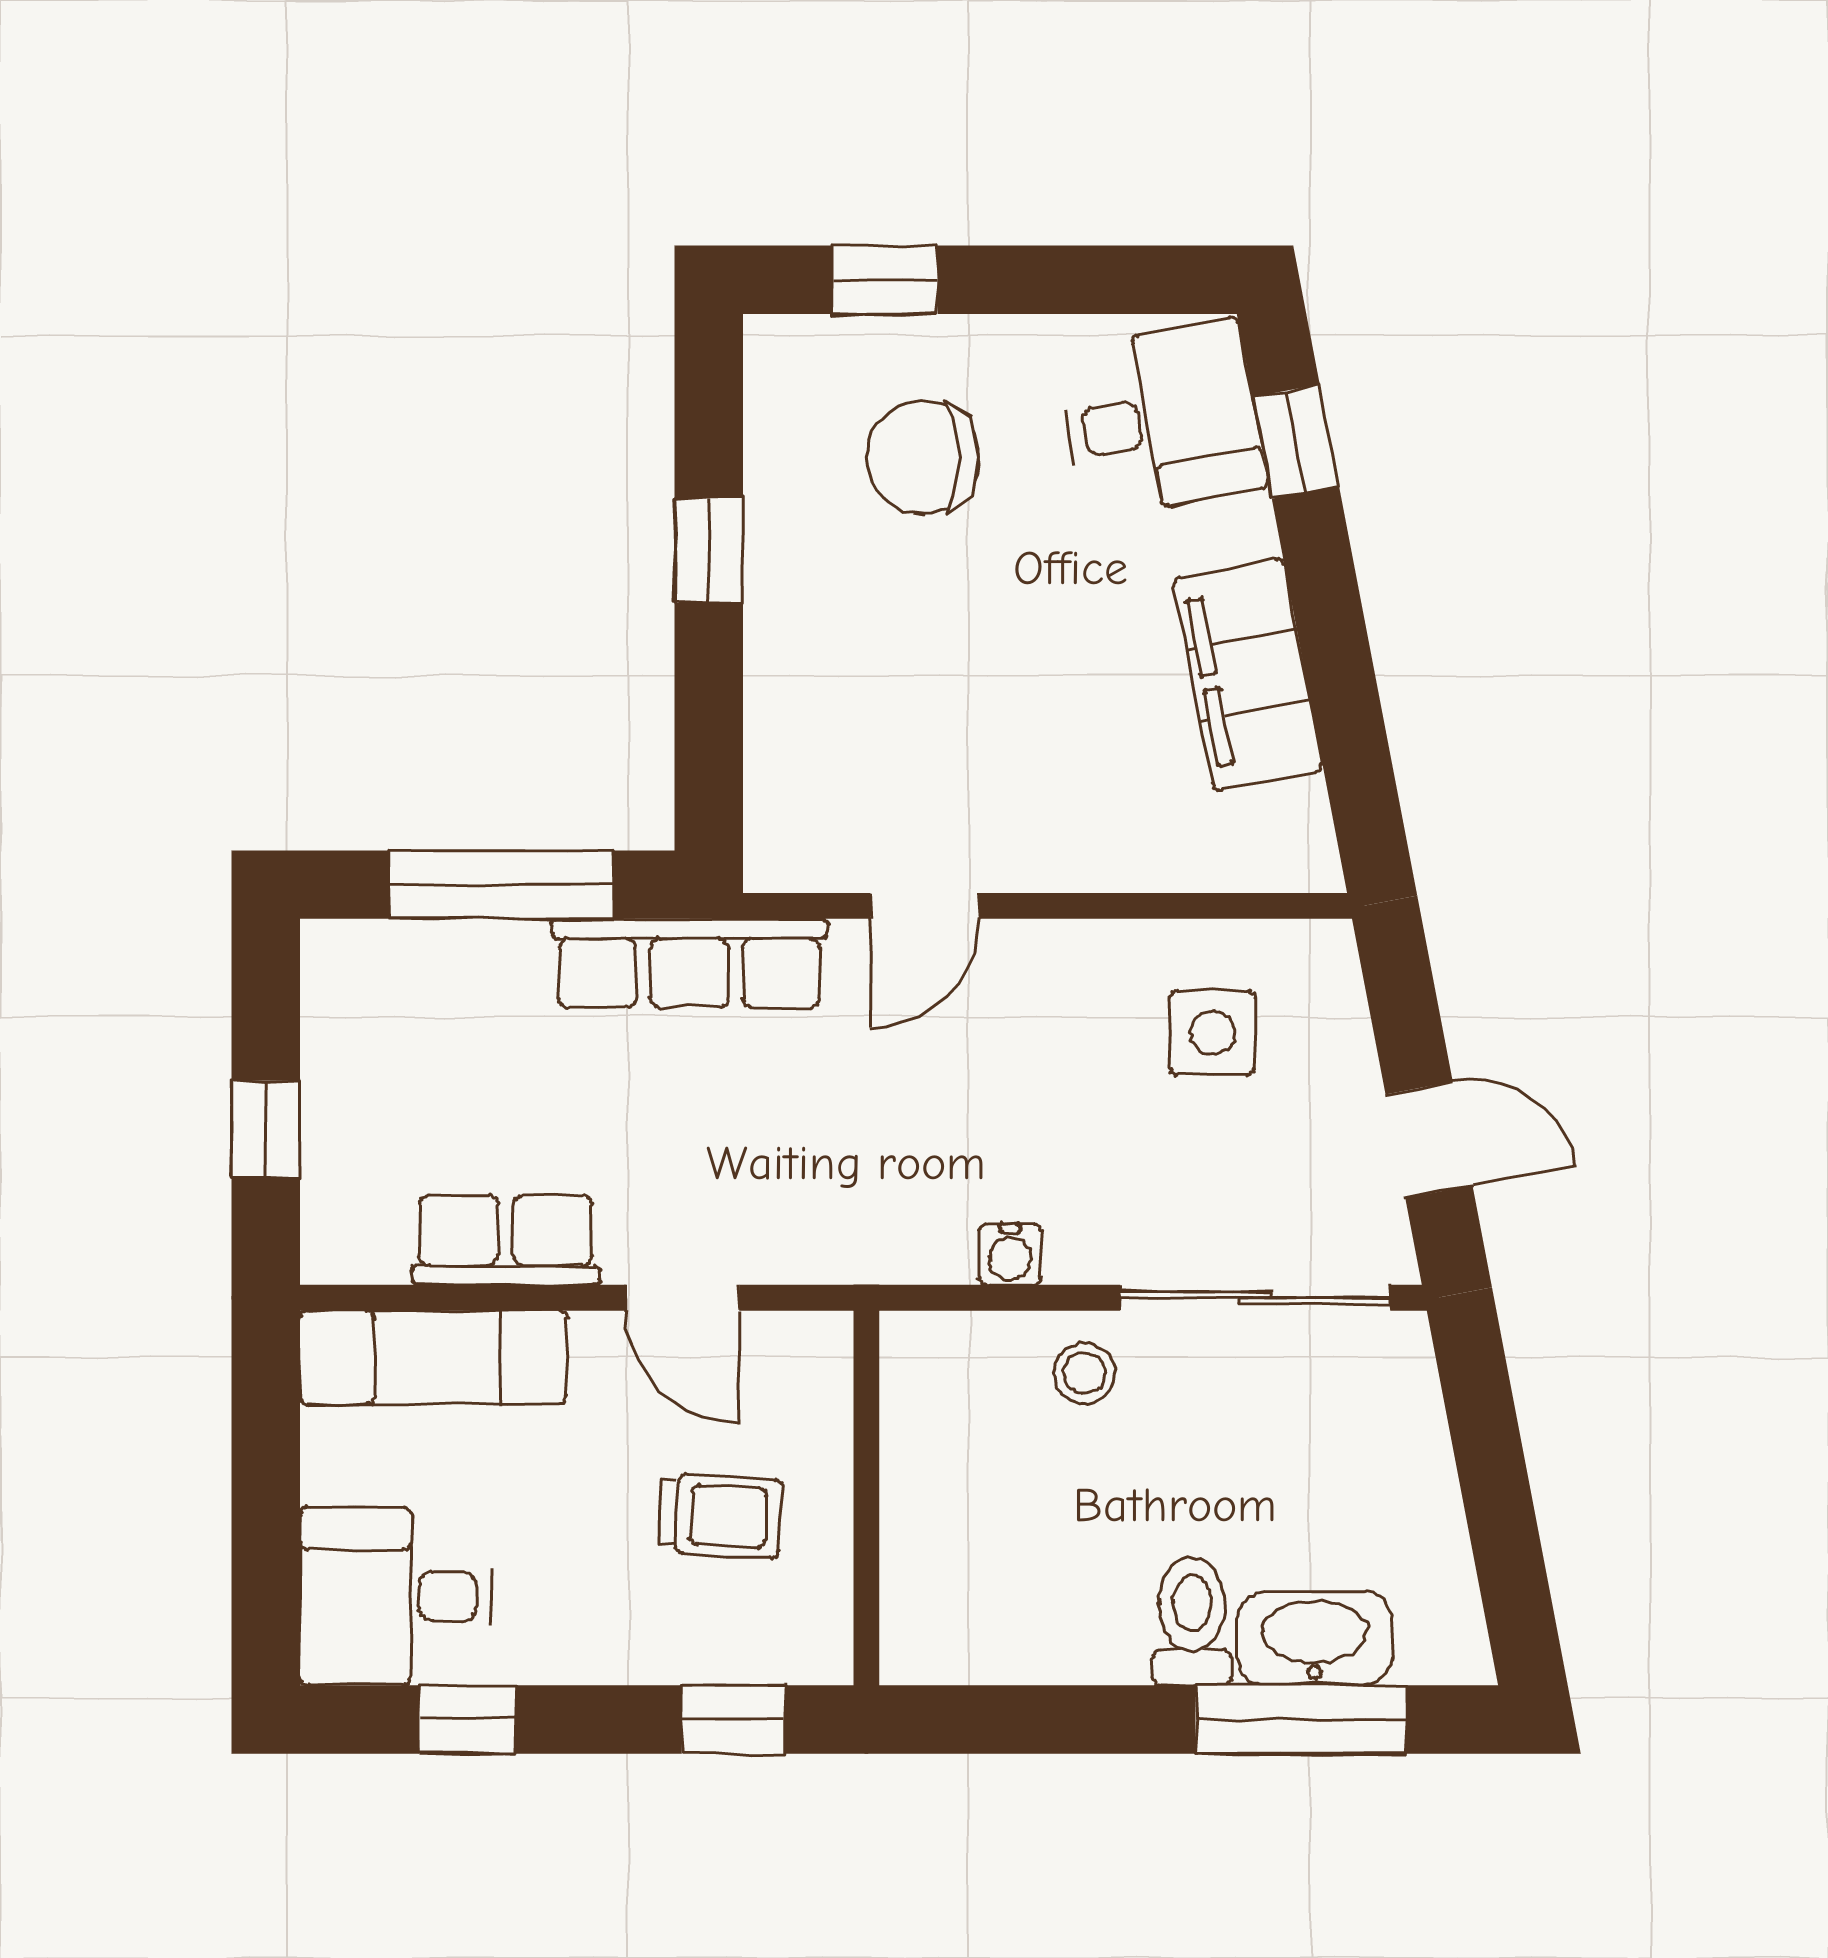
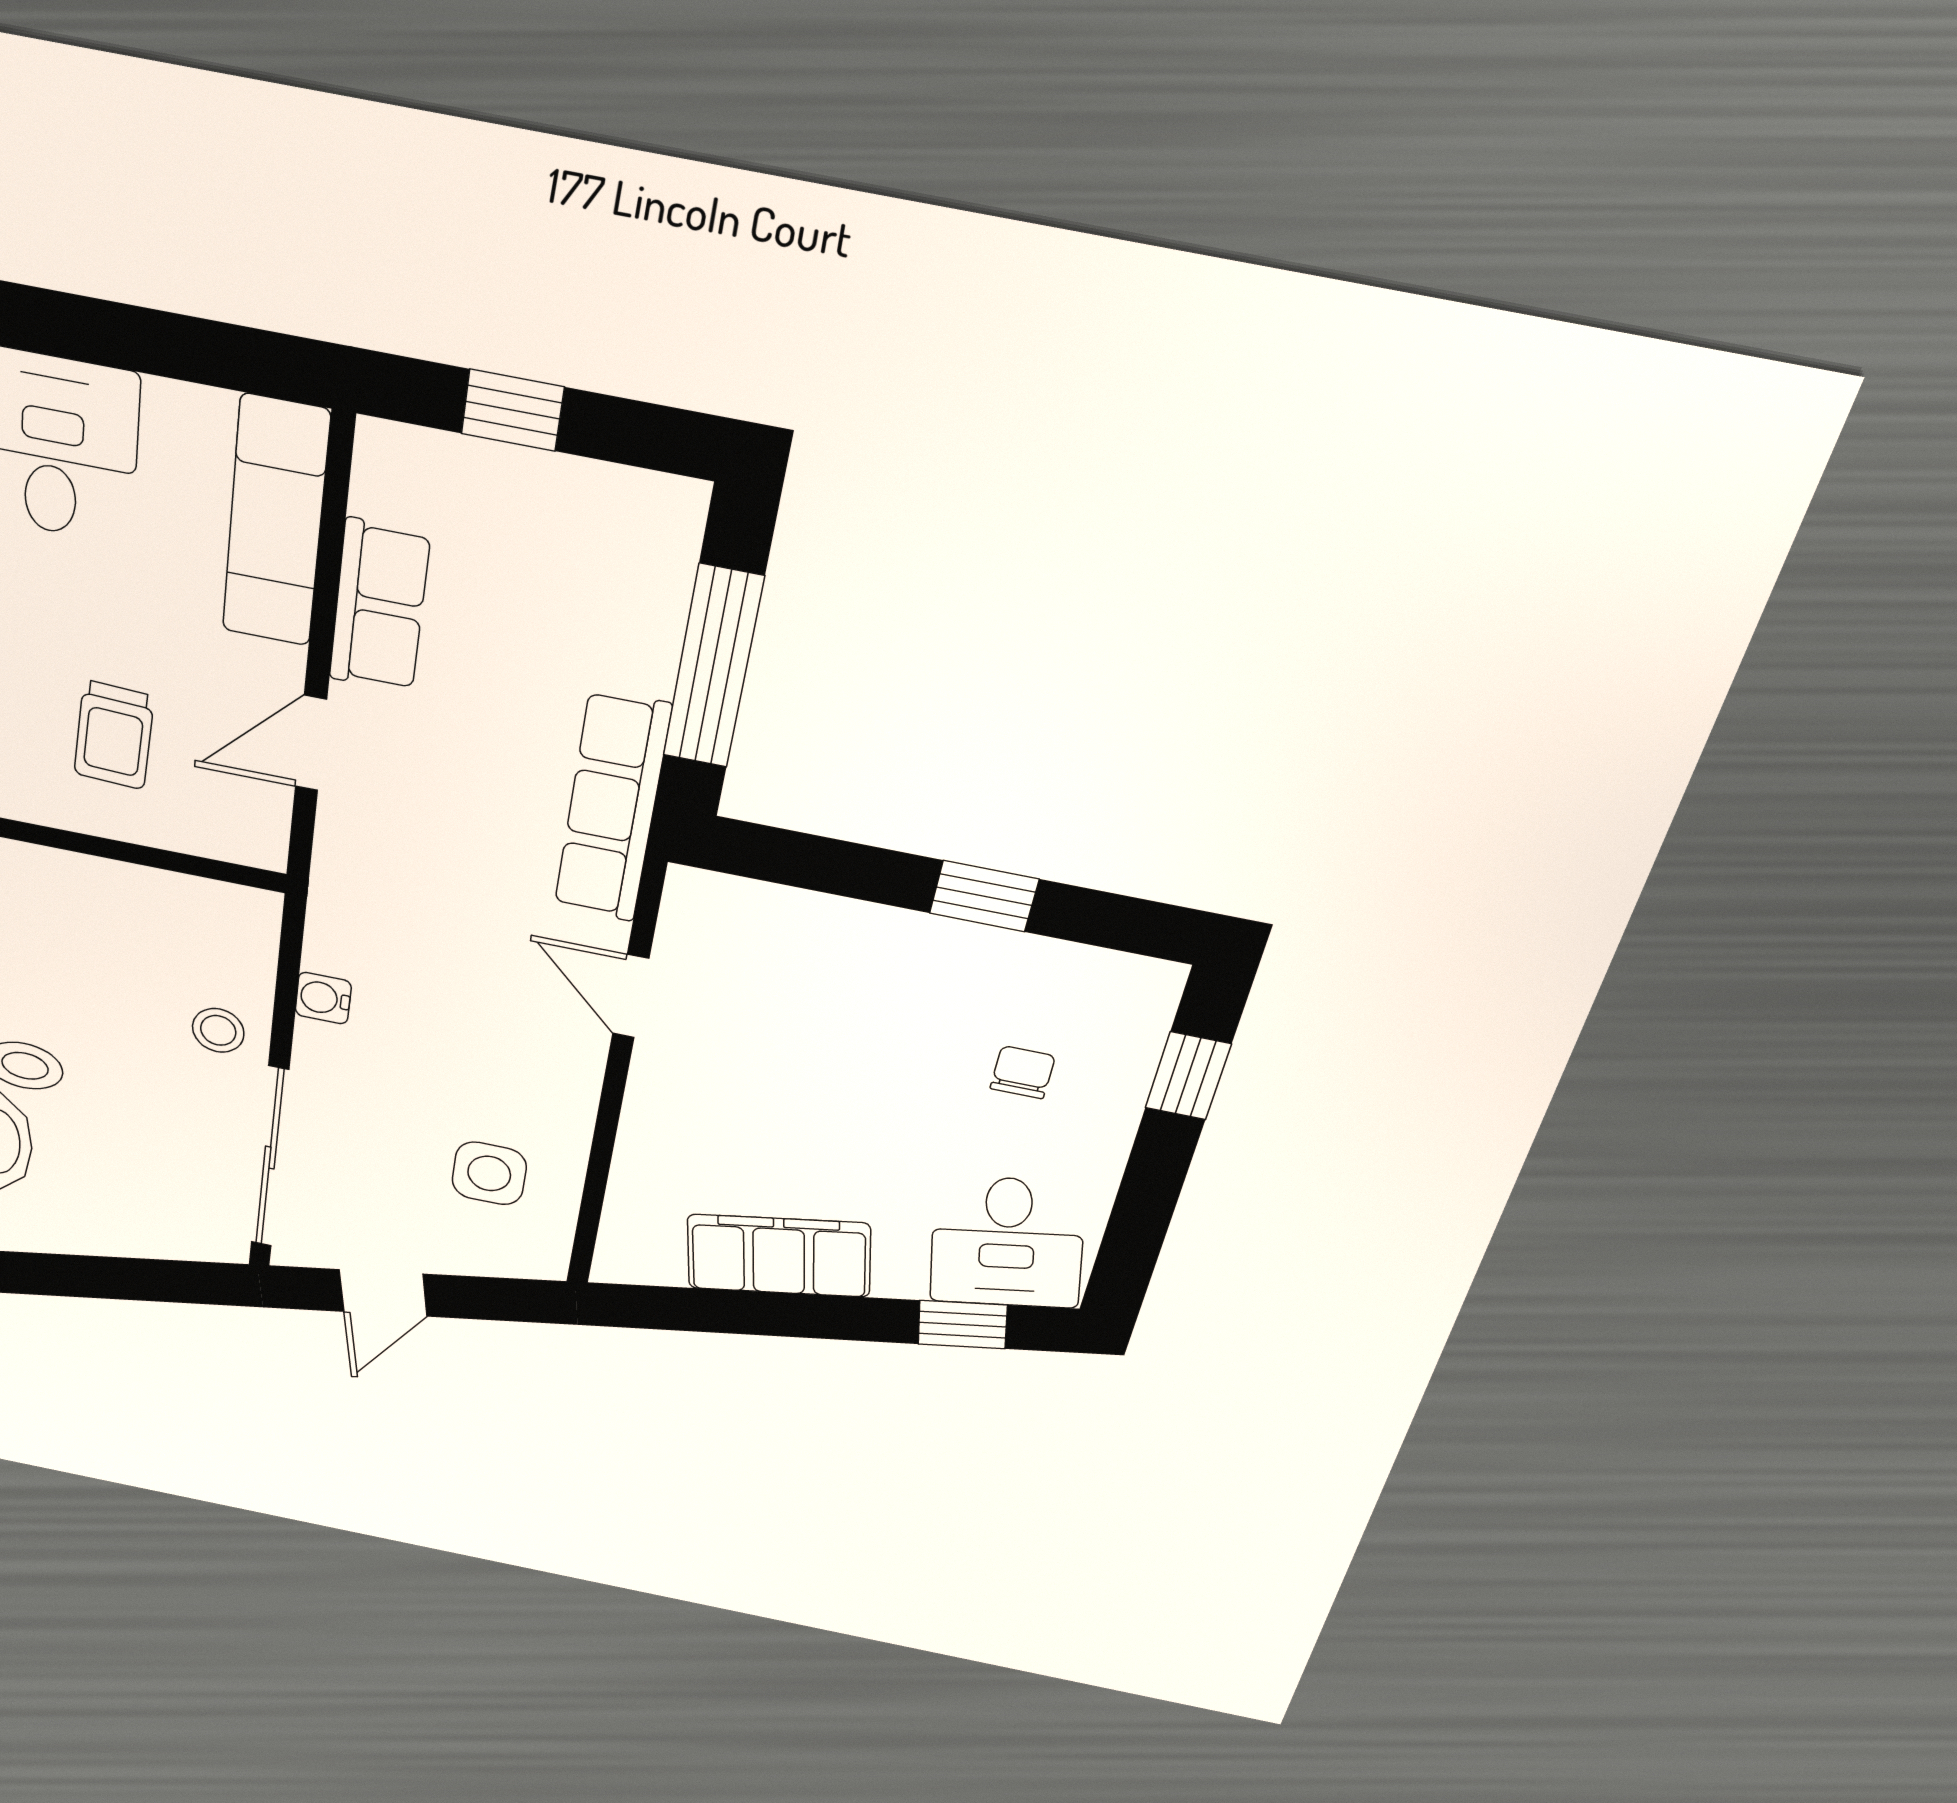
chair: (923, 457) -> (1023, 1072), width x0.54, depth x0.54

